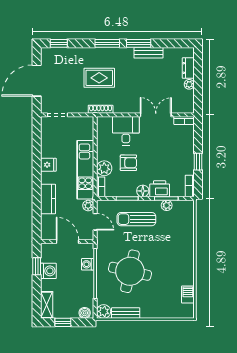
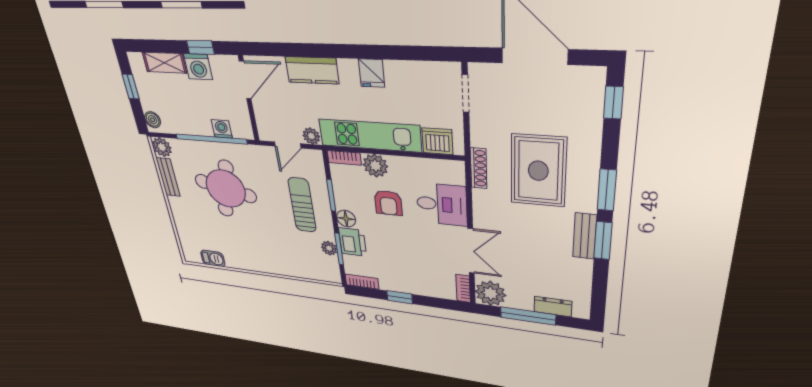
bench: (148, 53) -> (585, 236), moved
rug: (99, 78) -> (538, 171), width x1.36, depth x1.43
window: (198, 82) -> (528, 316), added
plant: (189, 84) -> (490, 293), moved, width x1.88, depth x1.88
dishwasher: (86, 131) -> (437, 141), added
door: (67, 242) -> (245, 80), moved
shelving: (47, 305) -> (164, 63), moved

